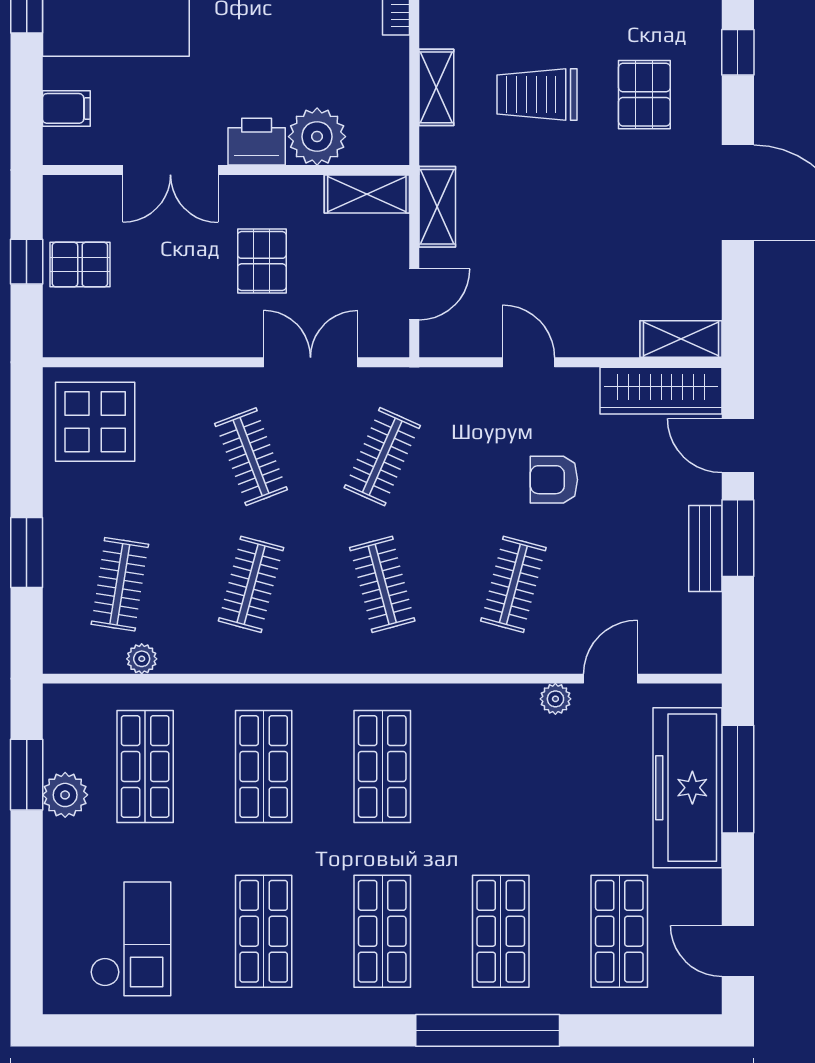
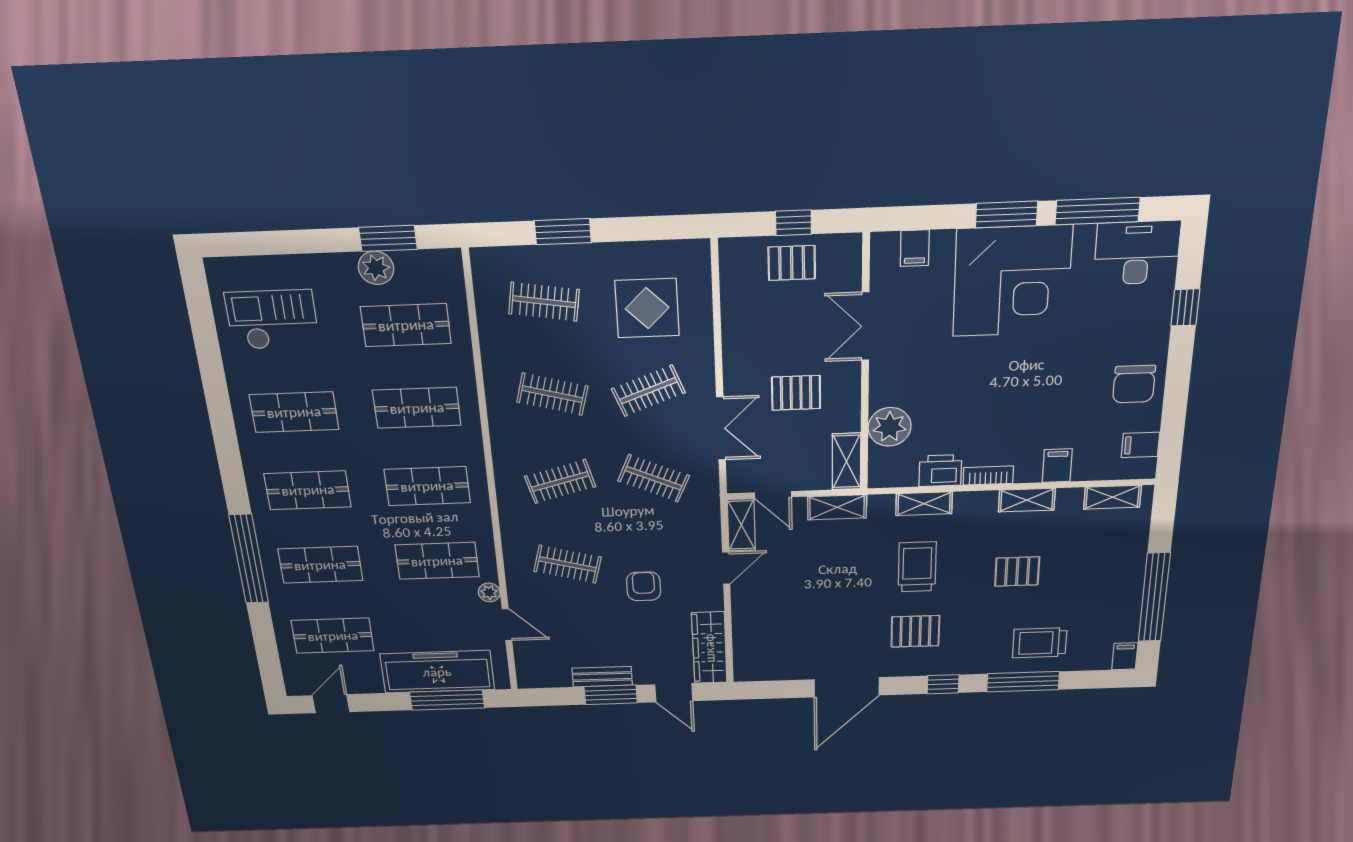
printer: (257, 142) -> (940, 471), moved, turned -90
pallet: (80, 265) -> (792, 263), turned 90
shelving: (681, 339) -> (741, 525), moved
display table: (95, 422) -> (647, 308), moved
door: (738, 446) -> (674, 693), swing flipped
plant: (142, 659) -> (488, 320), removed
shop shelf: (501, 767) -> (437, 561), added
checkout: (131, 939) -> (272, 320), turned 180

